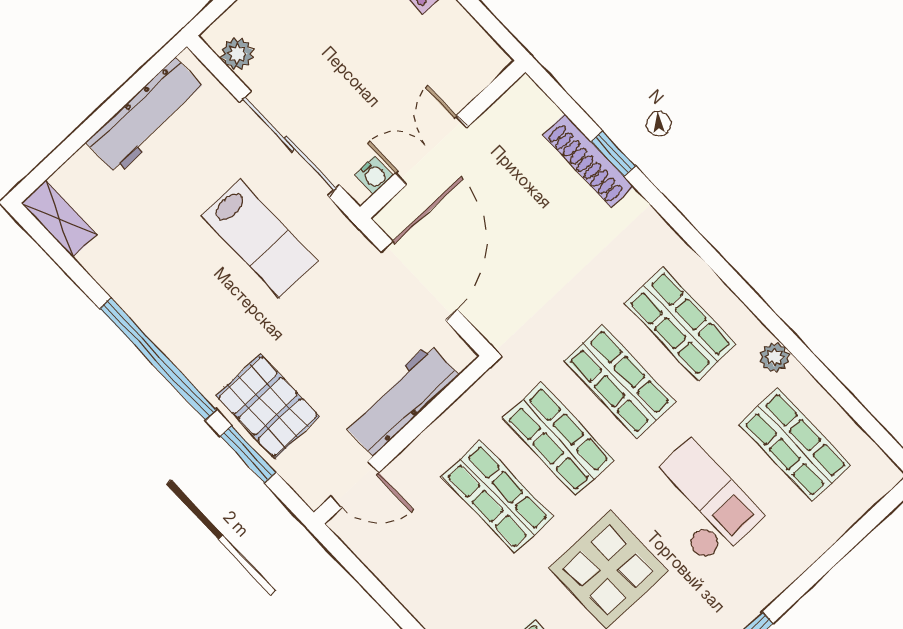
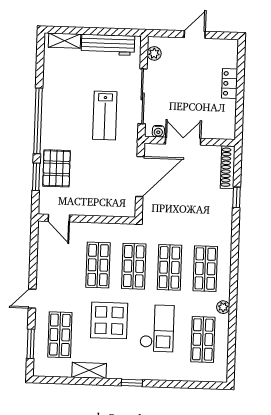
shoe rack: (588, 161) -> (228, 167), moved
shelving: (59, 219) -> (64, 41), moved, turned 90
workbench: (401, 400) -> (99, 207), removed

